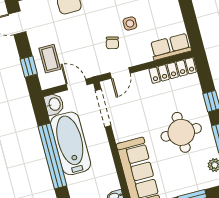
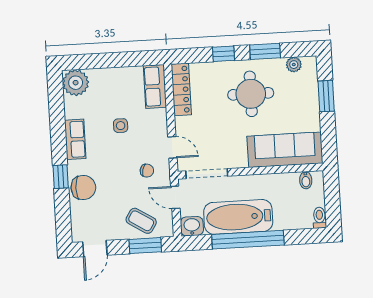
chair: (112, 43) -> (147, 171), moved
coffee table: (50, 59) -> (141, 221), turned 32
window: (29, 67) -> (145, 246), width x1.50
door: (77, 84) -> (175, 197), hinge flipped

